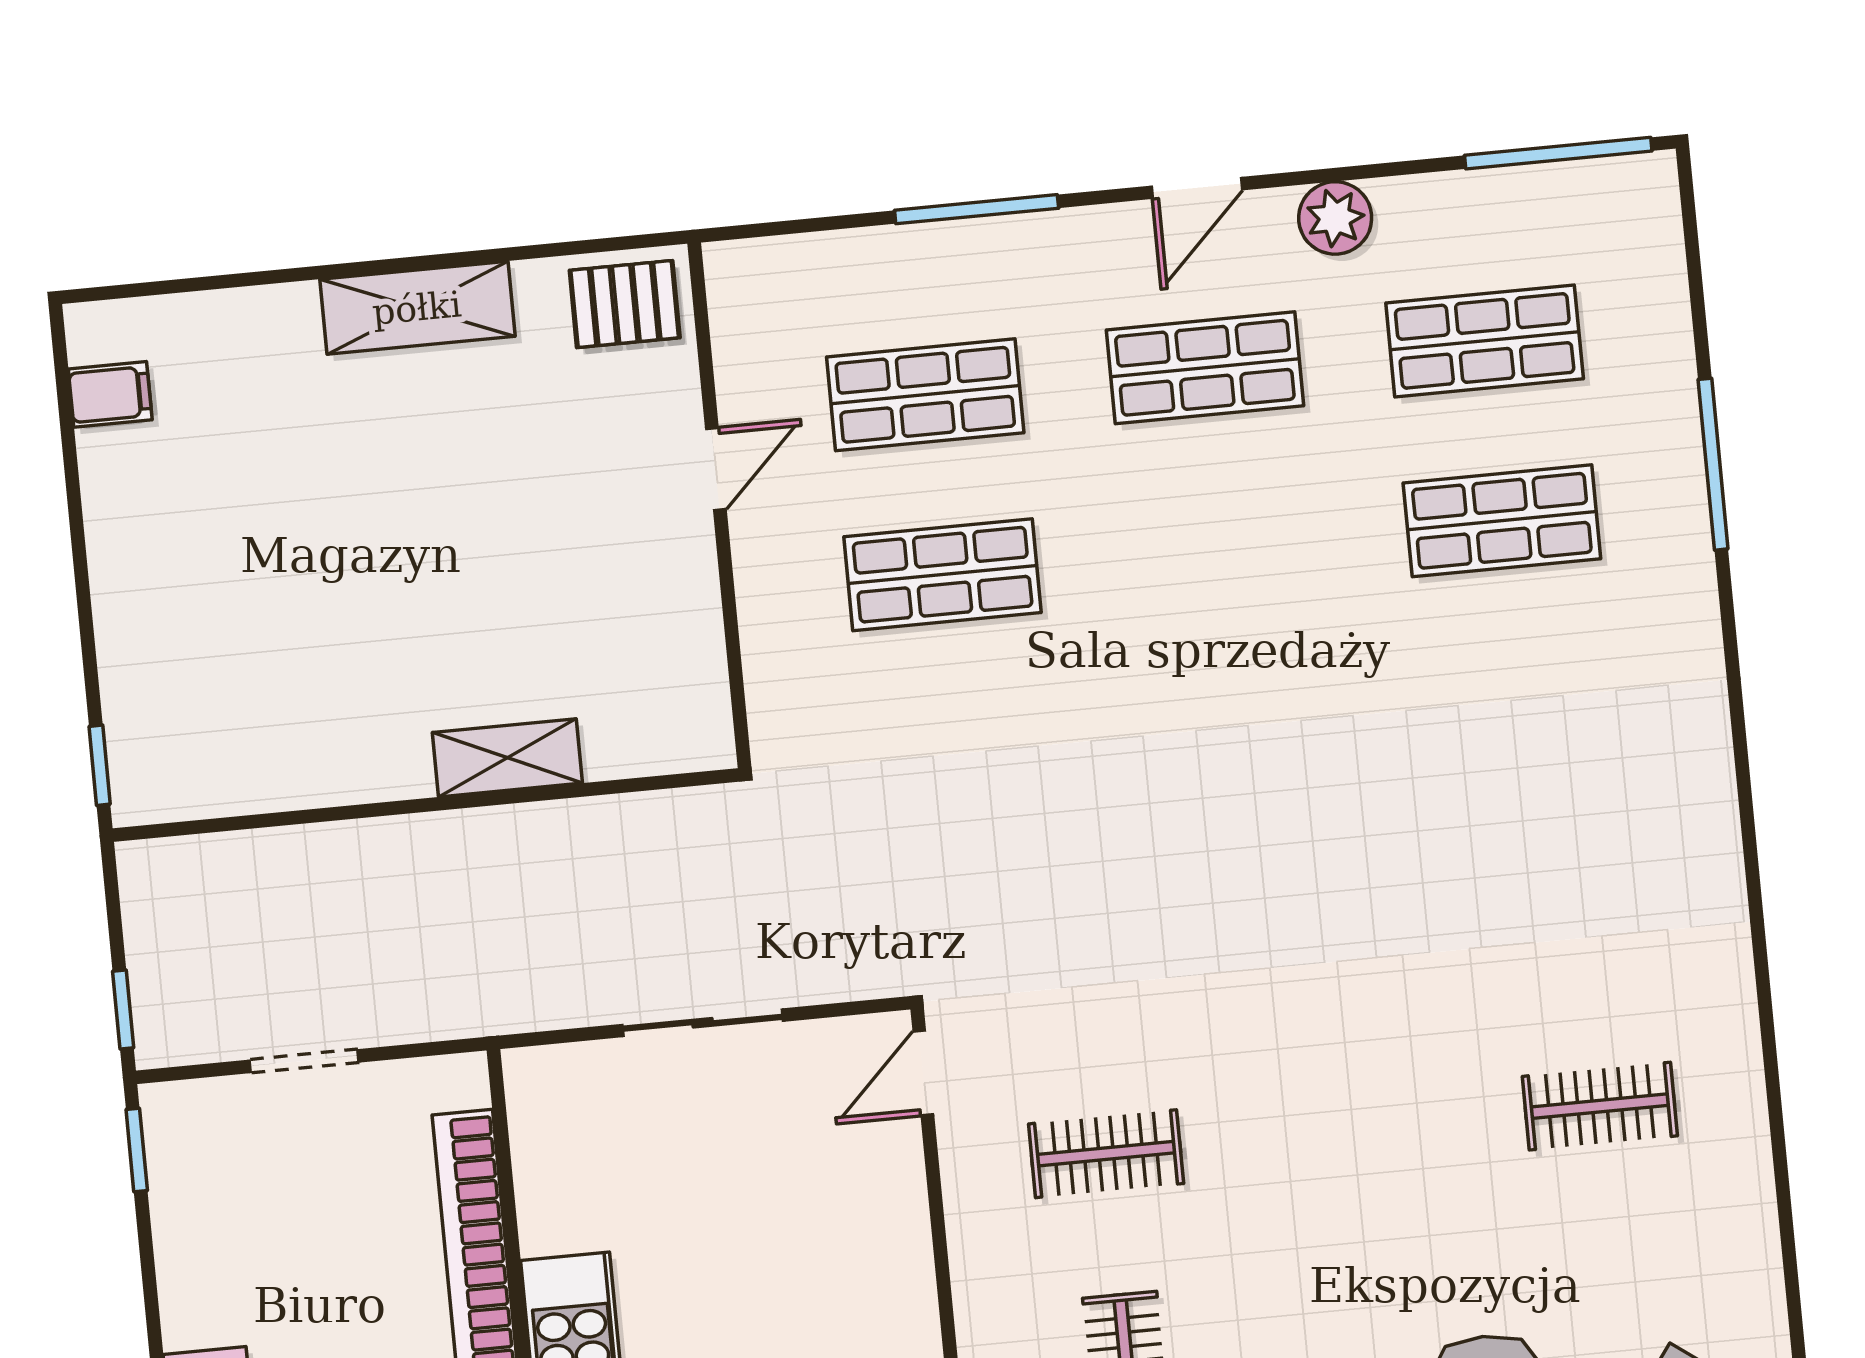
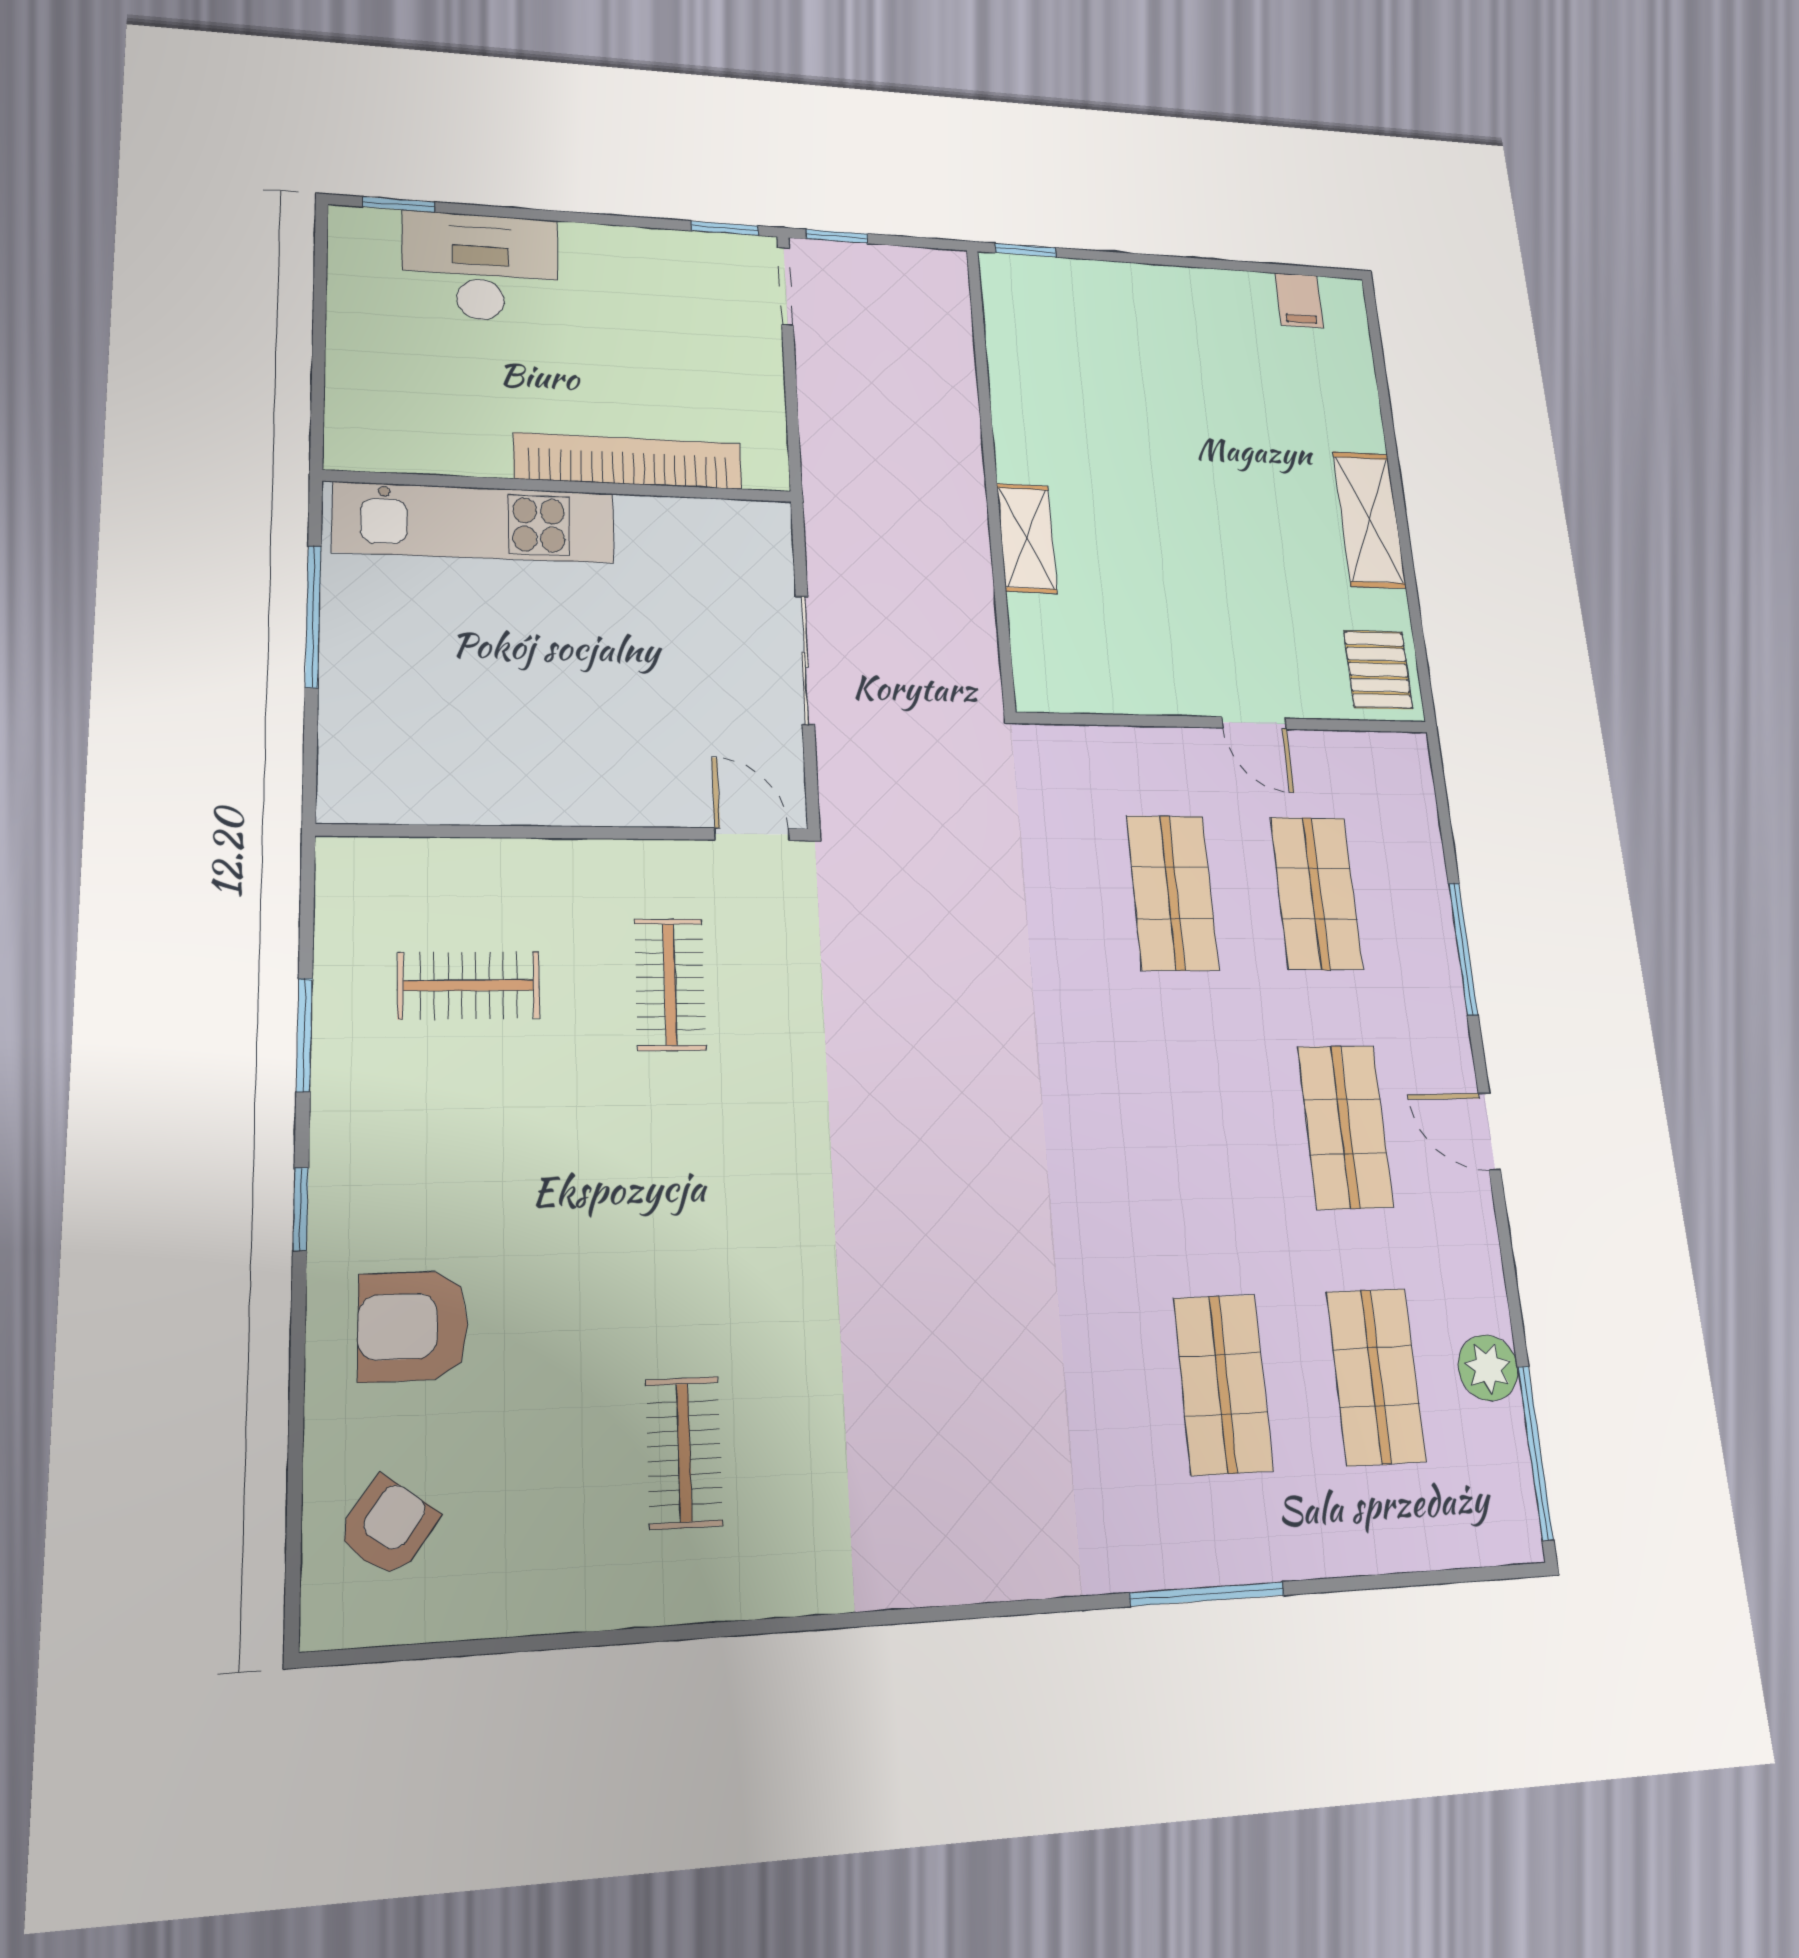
plant: (1335, 218) -> (1488, 1368), moved
window: (1713, 464) -> (1207, 1594), moved
doorway: (304, 1061) -> (785, 286), moved

